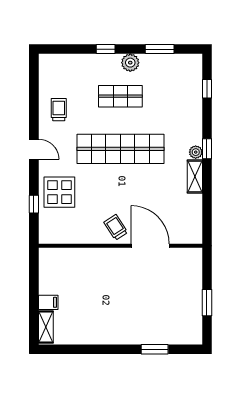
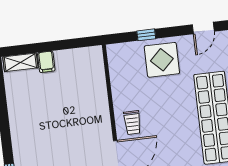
trolley: (116, 227) -> (132, 123), turned 123

